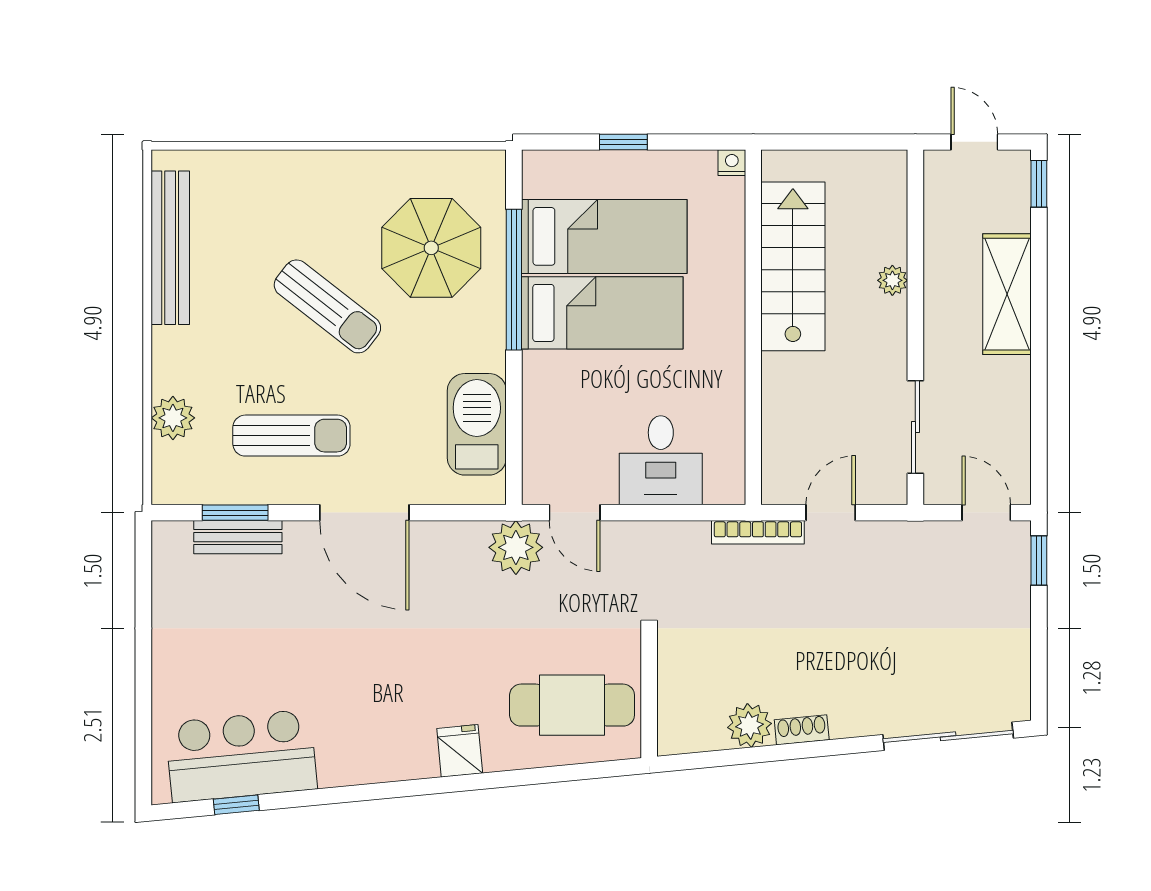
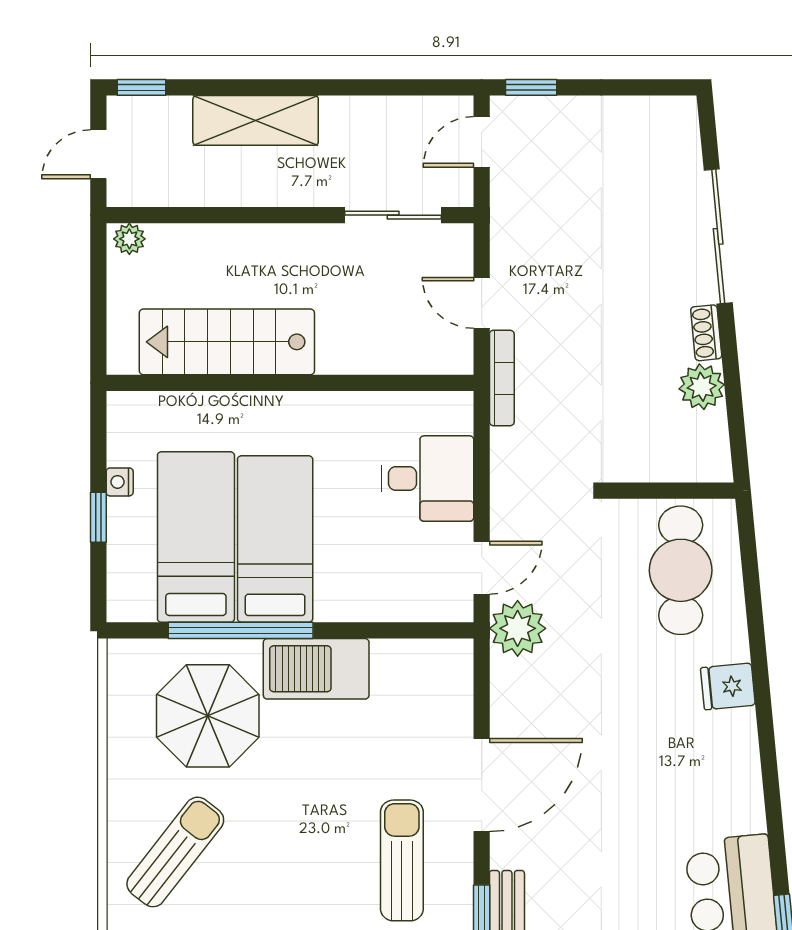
nightstand: (732, 163) -> (120, 482), moved
plant: (892, 280) -> (129, 239), moved
sun lounger: (327, 306) -> (175, 852), moved
barbecue: (477, 424) -> (316, 669), moved
sliding door: (948, 736) -> (718, 236), moved

